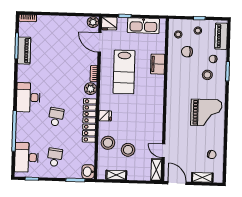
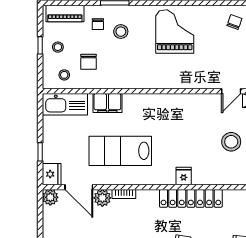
kitchen sink: (143, 26) -> (65, 104), moved, turned 90
door: (100, 42) -> (79, 187), hinge flipped
lab bench: (124, 72) -> (120, 151), turned 180
plant: (91, 89) -> (102, 198), moved
stool: (108, 143) -> (222, 171), removed

